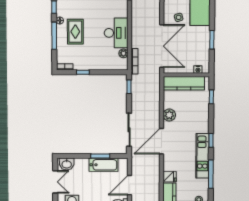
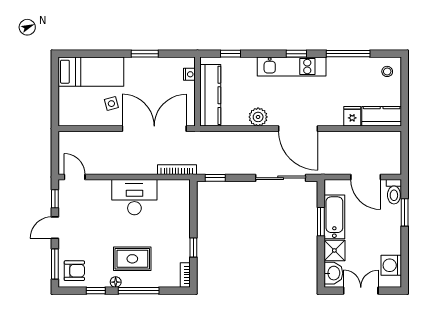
plant: (123, 53) -> (165, 186), removed
kitchen unit: (202, 156) -> (292, 67), moved
shower: (81, 165) -> (334, 250), added

